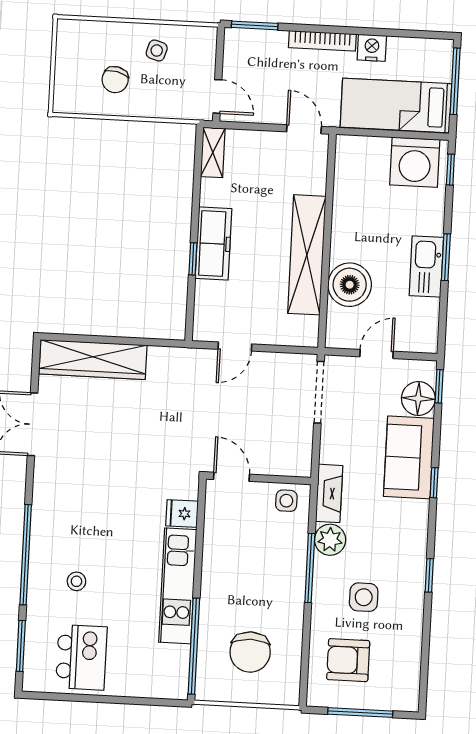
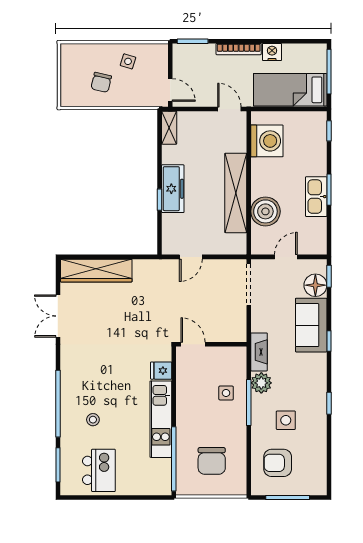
washing machine: (415, 162) -> (267, 141), moved, turned -90
side table: (286, 501) -> (226, 393), moved

